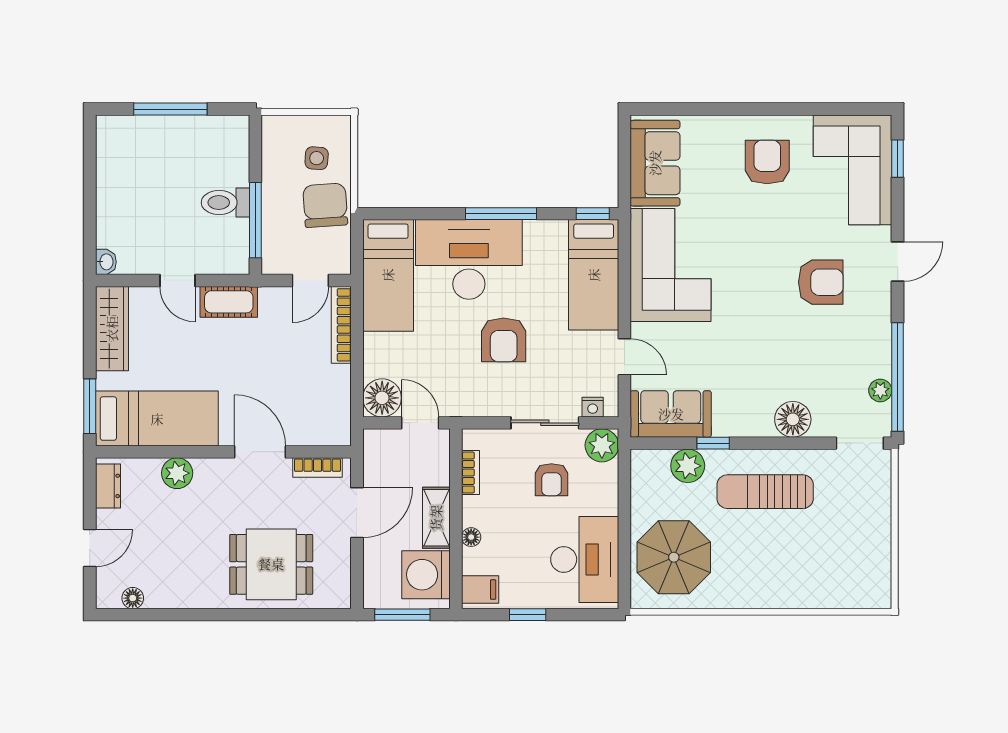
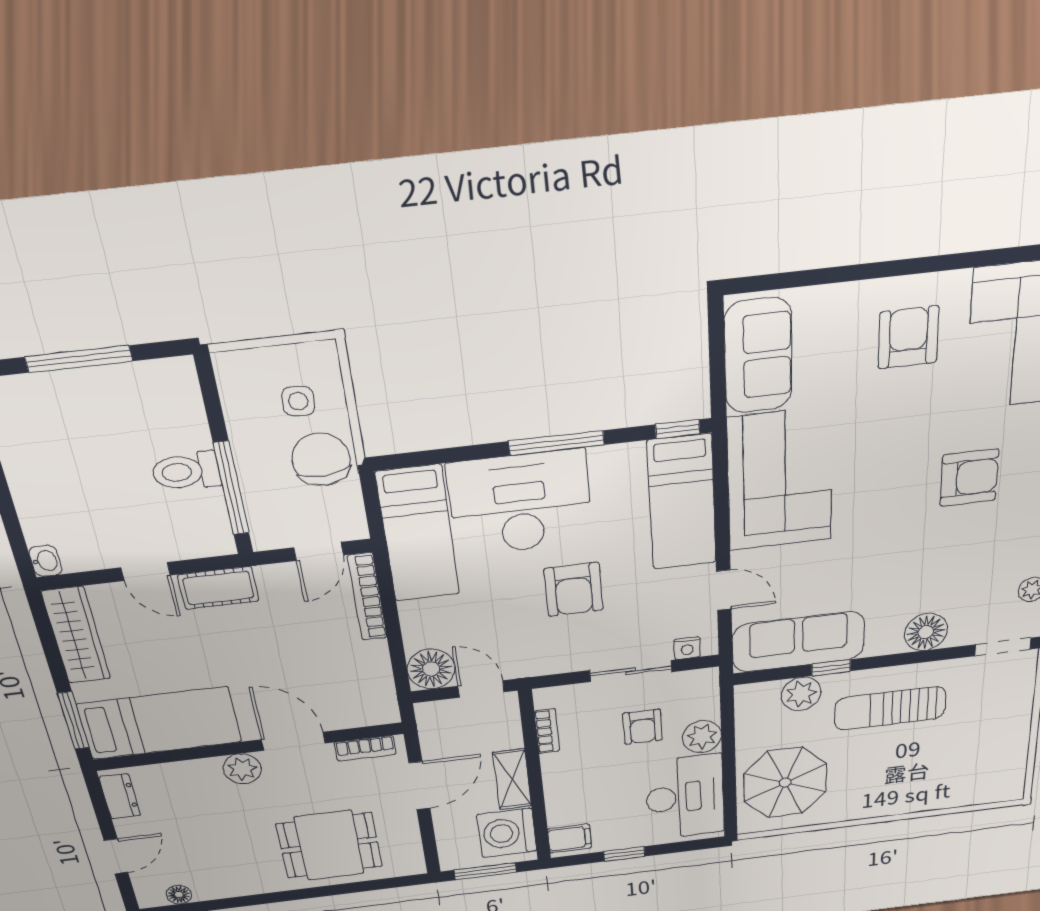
sofa: (671, 414) -> (798, 642), width x1.36
plant: (602, 445) -> (702, 737), moved
plant: (177, 473) -> (242, 769), moved
floor lamp: (471, 537) -> (554, 792), removed

